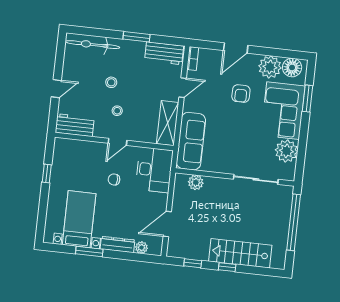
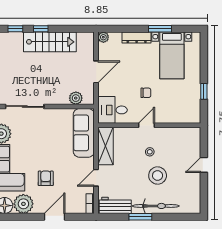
bicycle: (93, 45) -> (156, 206), moved
stool: (111, 82) -> (158, 175), width x1.89, depth x1.89
workbench: (75, 125) -> (185, 135), removed
desk: (154, 170) -> (113, 110), width x0.73
door: (167, 224) -> (96, 72), moved
plant: (141, 248) -> (103, 37), moved
stairs: (240, 253) -> (50, 42), moved
window: (193, 263) -> (15, 29), moved

